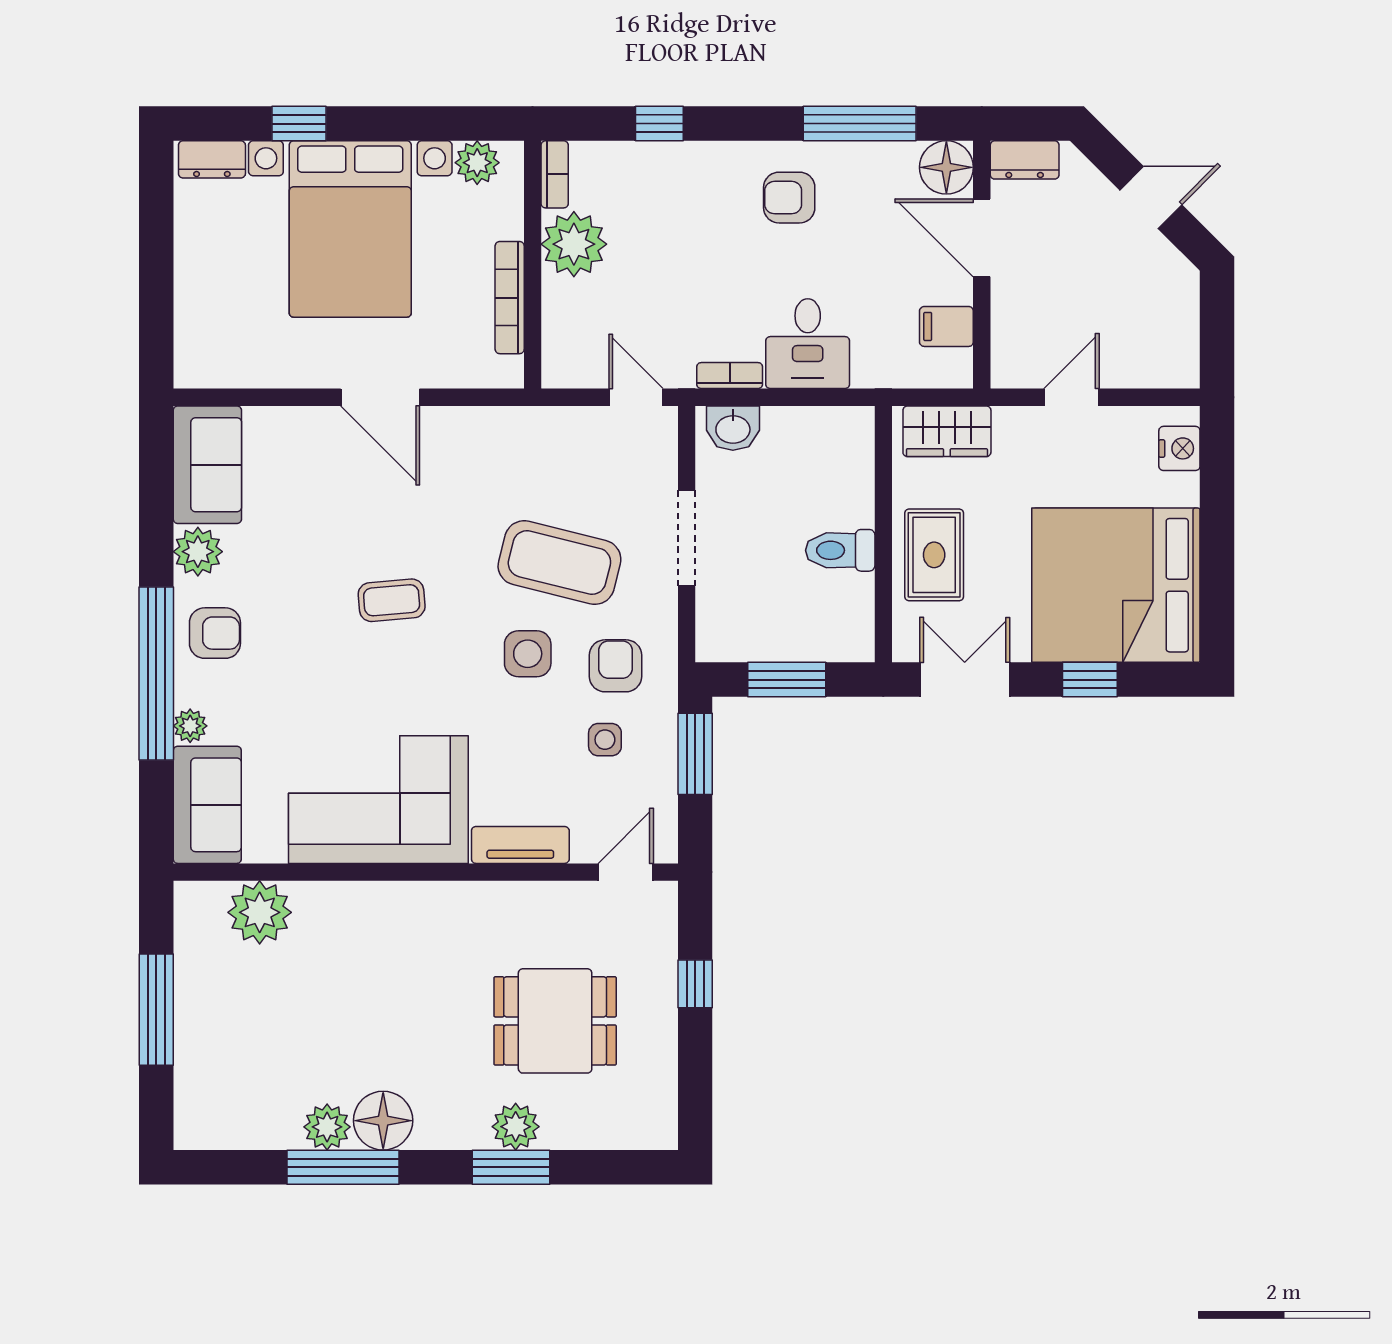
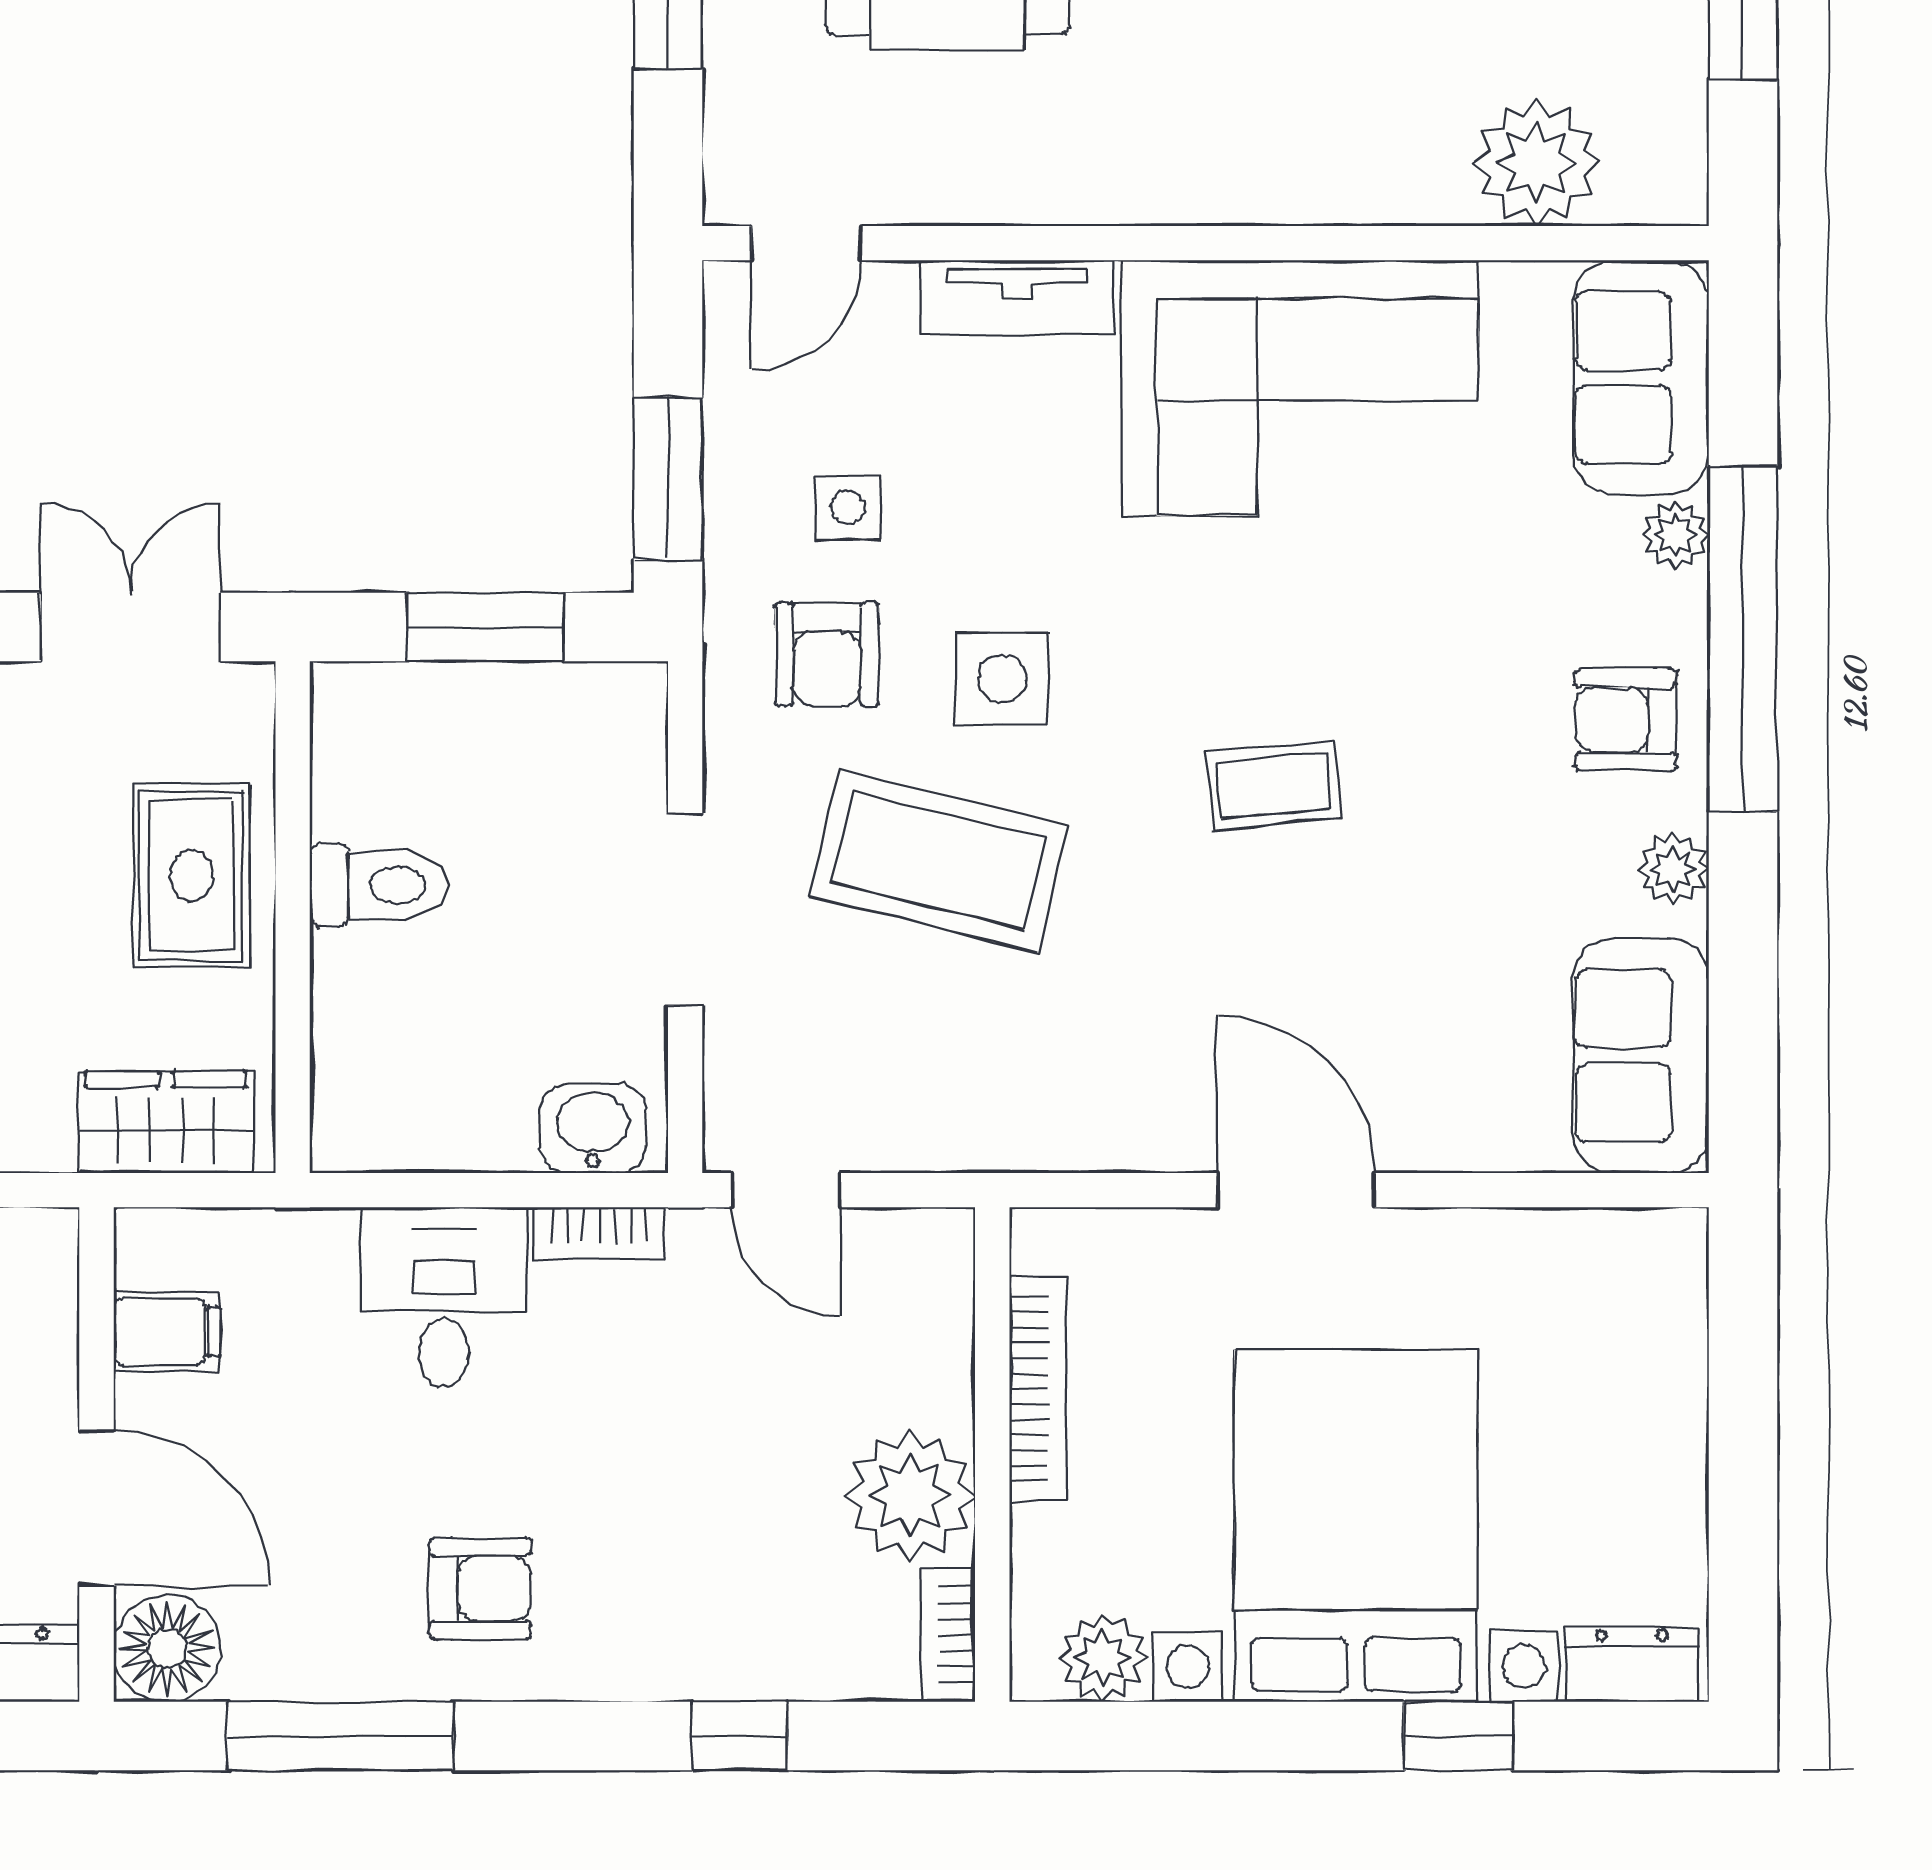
plant: (198, 552) -> (1673, 869), width x0.73, depth x0.73
double door: (965, 680) -> (130, 627), swing flipped

